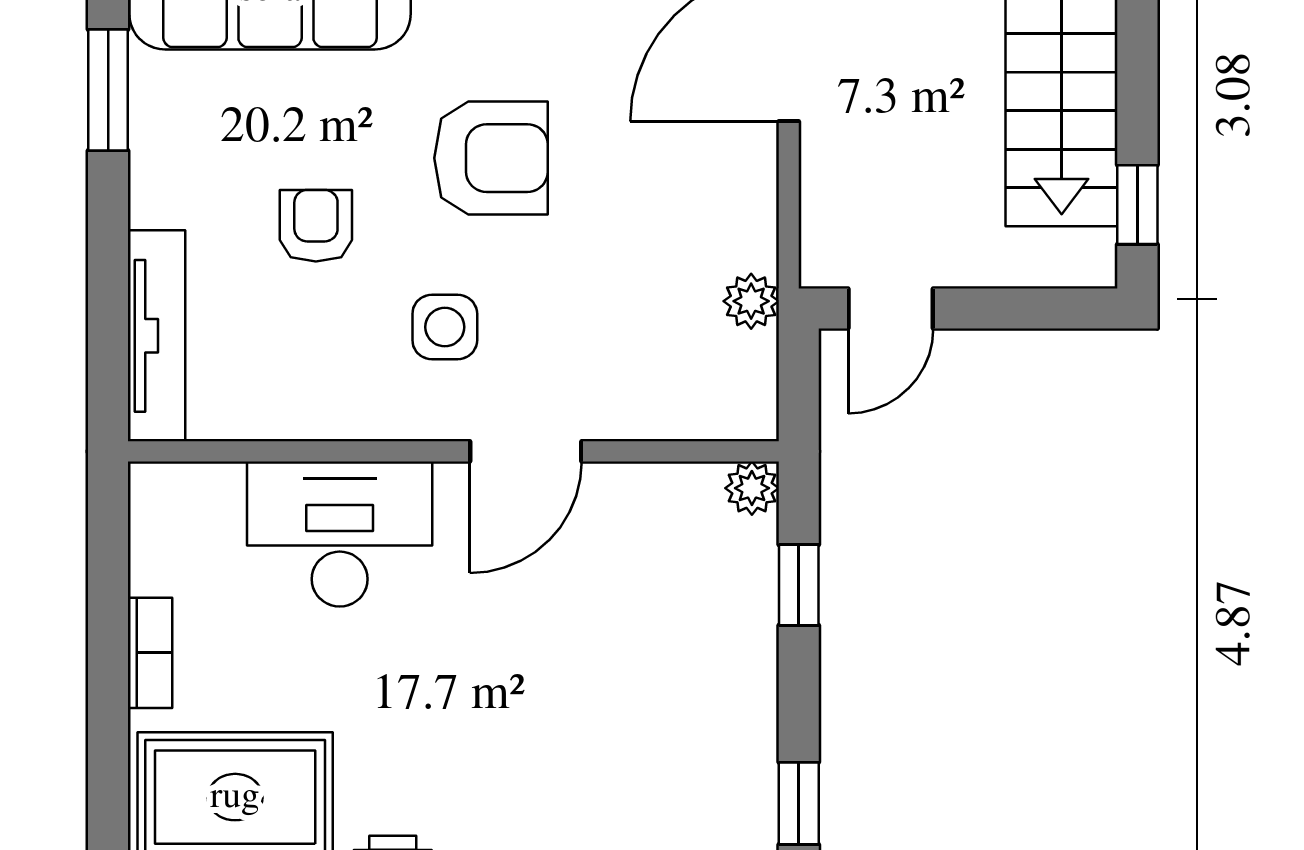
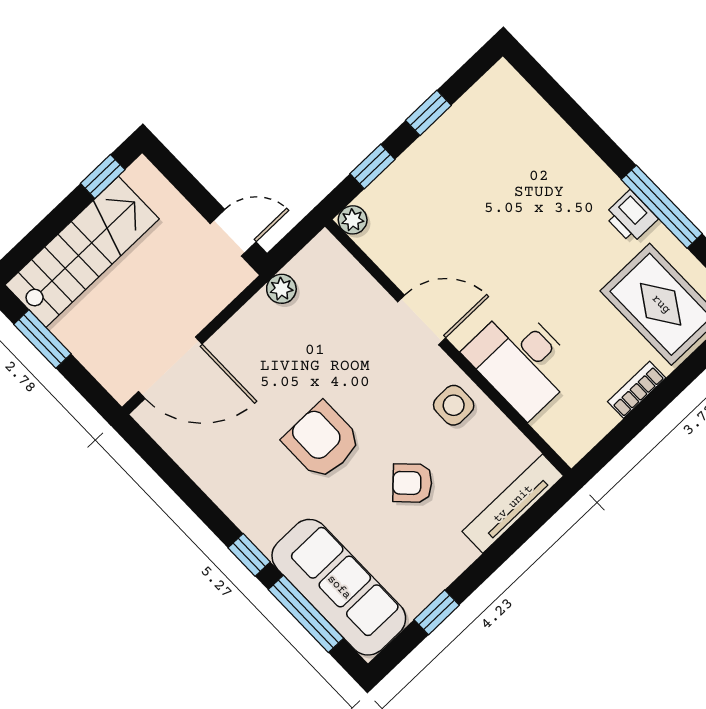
window: (108, 90) -> (437, 612), width x0.67
armchair: (316, 226) -> (412, 483), turned 45
side table: (445, 327) -> (454, 405), moved
window: (799, 803) -> (428, 113), moved

